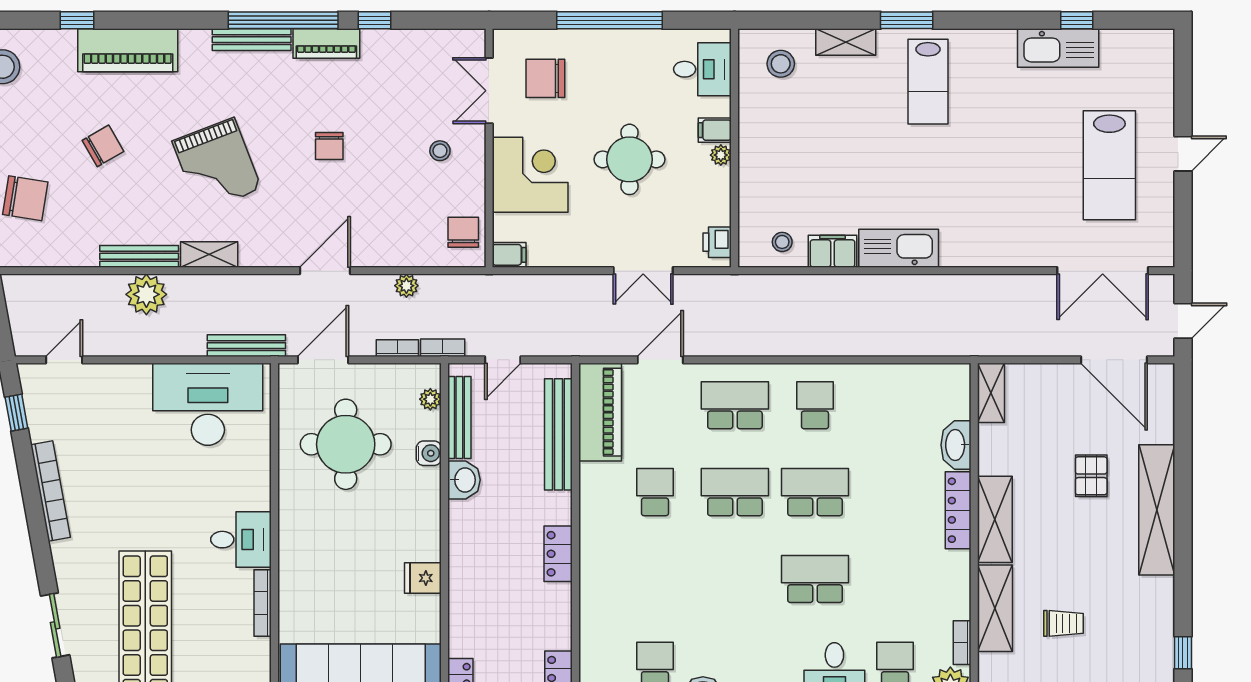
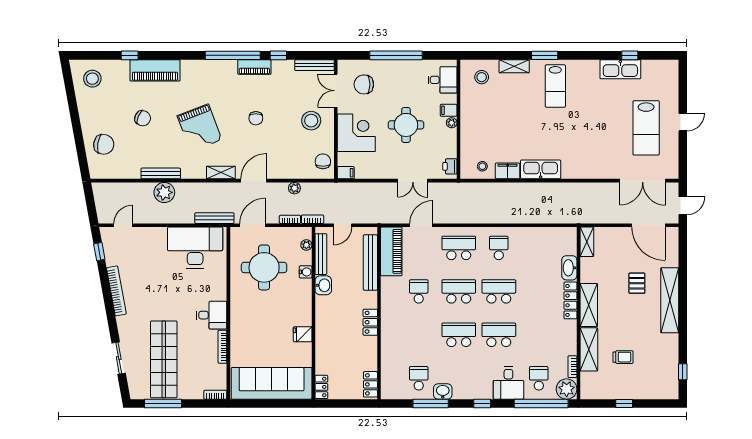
bench: (252, 40) -> (314, 65), moved
chair: (103, 146) -> (143, 118), turned 53
stool: (440, 151) -> (311, 121), width x1.89, depth x1.89
shelving: (209, 254) -> (221, 172), moved
school desk: (735, 579) -> (459, 335), added

